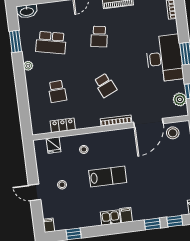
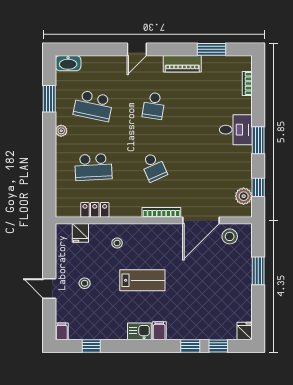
desk: (164, 58) -> (236, 130), width x0.53, depth x0.77
school desk: (57, 91) -> (93, 167), width x1.85

